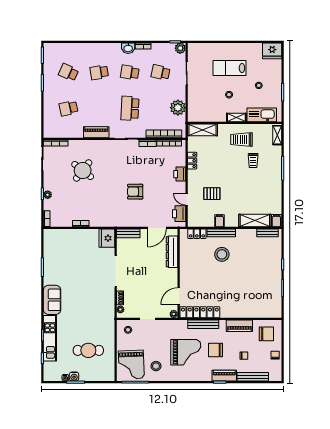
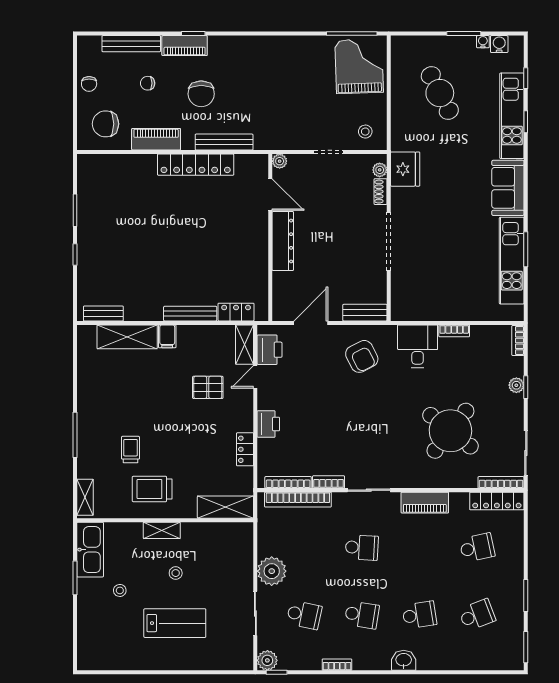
washbasin: (128, 48) -> (404, 660), moved
fridge: (272, 51) -> (95, 655), removed
school desk: (68, 72) -> (477, 615), turned -45
school desk: (130, 108) -> (362, 548), width x0.54
plant: (178, 108) -> (272, 571), moved
kitchen sink: (262, 115) -> (90, 550), moved, turned -90
locker: (58, 133) -> (497, 501), added
trolley: (242, 139) -> (152, 489), turned 180
round table: (83, 170) -> (450, 431), width x1.36, depth x1.36
armchair: (135, 192) -> (362, 356), moved, turned 63
door: (187, 199) -> (255, 377), swing flipped
desk: (100, 215) -> (418, 346), added
shelving: (192, 216) -> (245, 345), added
filing cabinet: (219, 221) -> (167, 336), moved
filing cabinet: (276, 221) -> (87, 336), removed
fridge: (107, 238) -> (405, 169), moved
dresser: (172, 252) -> (283, 241), moved
stool: (222, 254) -> (189, 273), removed
kitchen unit: (50, 261) -> (512, 261), added
door: (179, 296) -> (270, 195), hinge flipped
locker: (200, 312) -> (196, 165), moved
cafe table: (88, 350) -> (440, 93), turned 63
chair: (215, 350) -> (201, 94), turned 90
grand piano: (186, 352) -> (257, 90), removed
stool: (156, 366) -> (313, 64), removed
water cooler: (74, 376) -> (499, 44), moved

